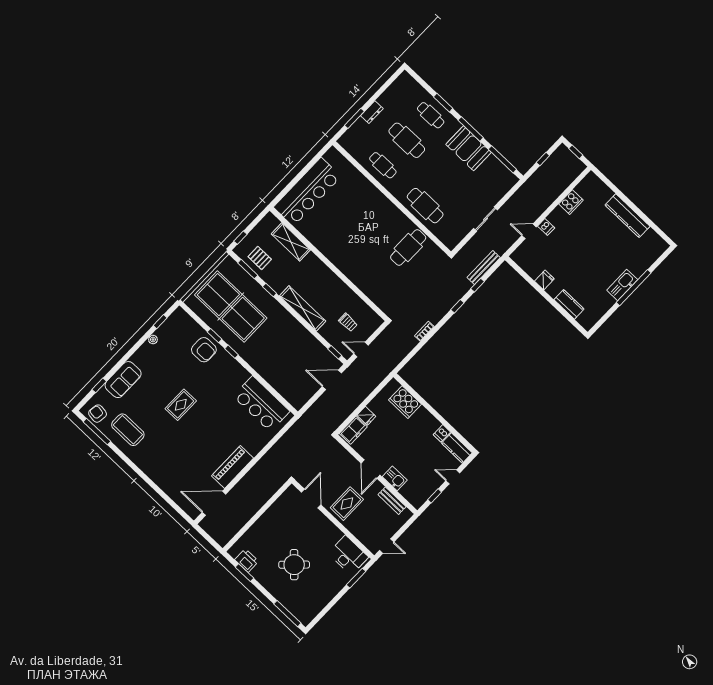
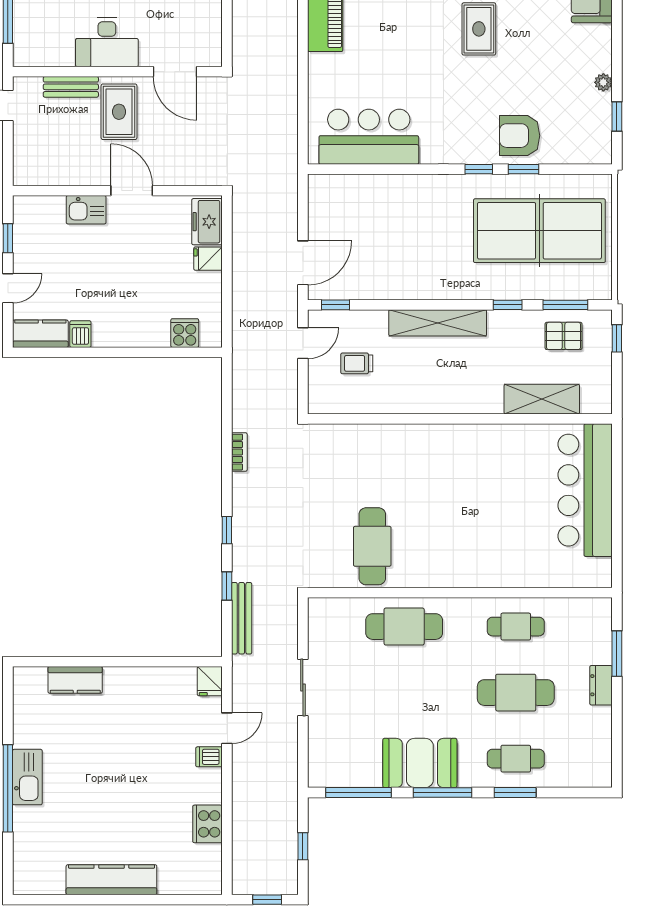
fridge: (544, 280) -> (210, 681), moved
cooker: (405, 402) -> (185, 333), width x0.53, depth x0.76
bench: (392, 501) -> (71, 87), moved
desk: (348, 555) -> (107, 42), moved

